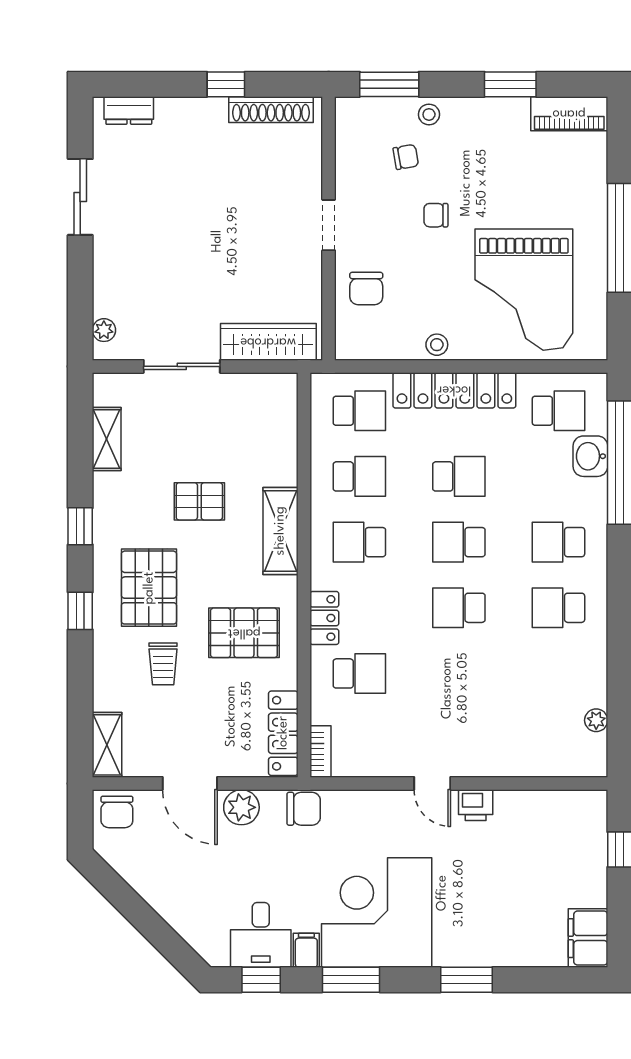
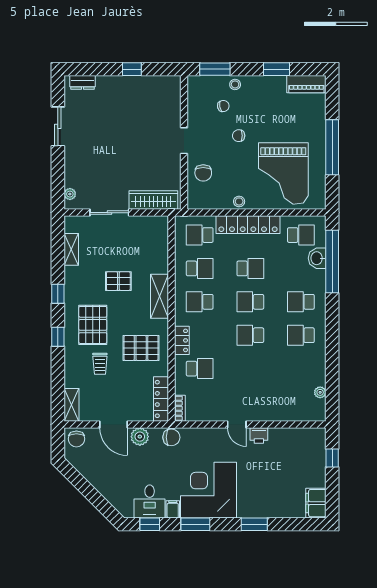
shoe rack: (271, 110) -> (155, 82), removed
school desk: (359, 411) -> (200, 235), turned 180

